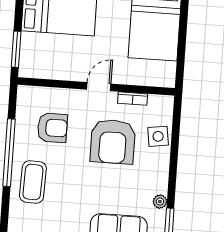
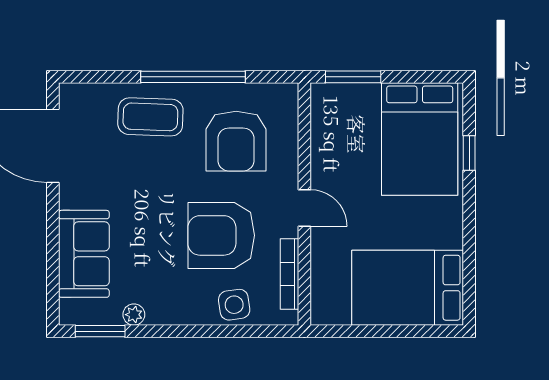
bookcase: (133, 99) -> (290, 274), width x1.56
armchair: (52, 128) -> (236, 141), width x1.36, depth x1.36

